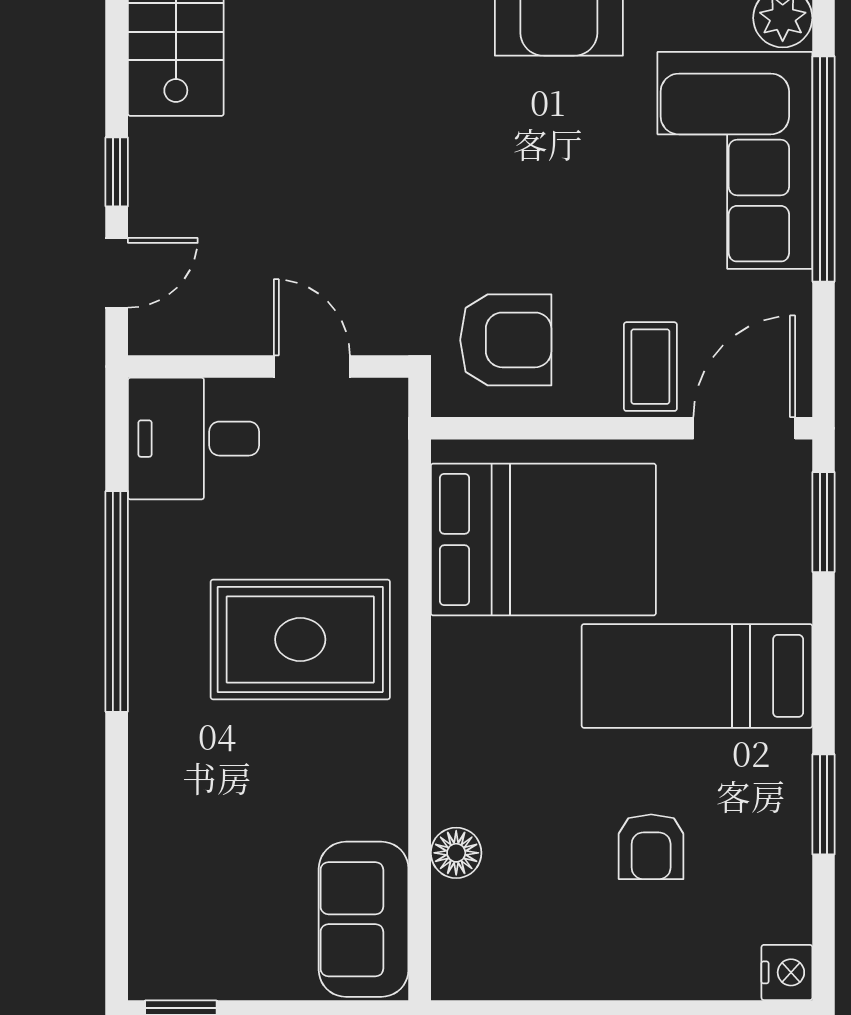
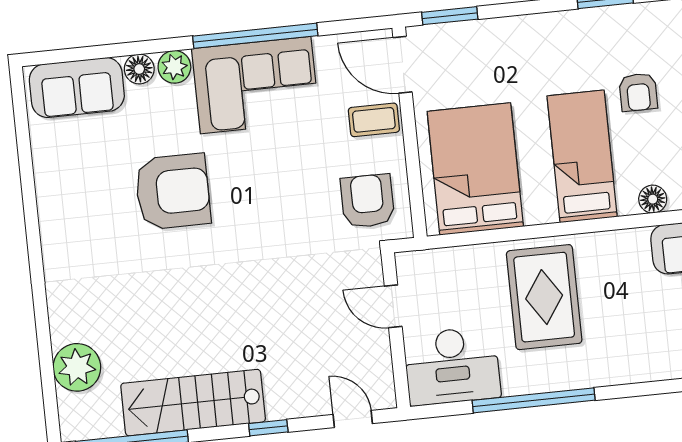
window: (117, 172) -> (268, 428), moved
door: (312, 367) -> (393, 306), hinge flipped
desk: (193, 439) -> (452, 366), width x1.37
bed: (697, 676) -> (582, 156), moved, turned 180
armchair: (651, 847) -> (638, 92), turned 90

